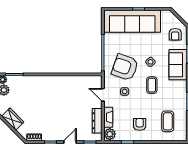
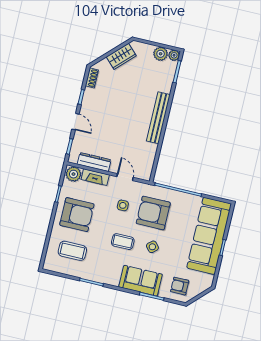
armchair: (125, 67) -> (153, 213), turned -109
bench: (52, 80) -> (158, 118), added
door: (103, 95) -> (125, 177), hinge flipped
armchair: (140, 124) -> (77, 215), width x1.88, depth x1.88

